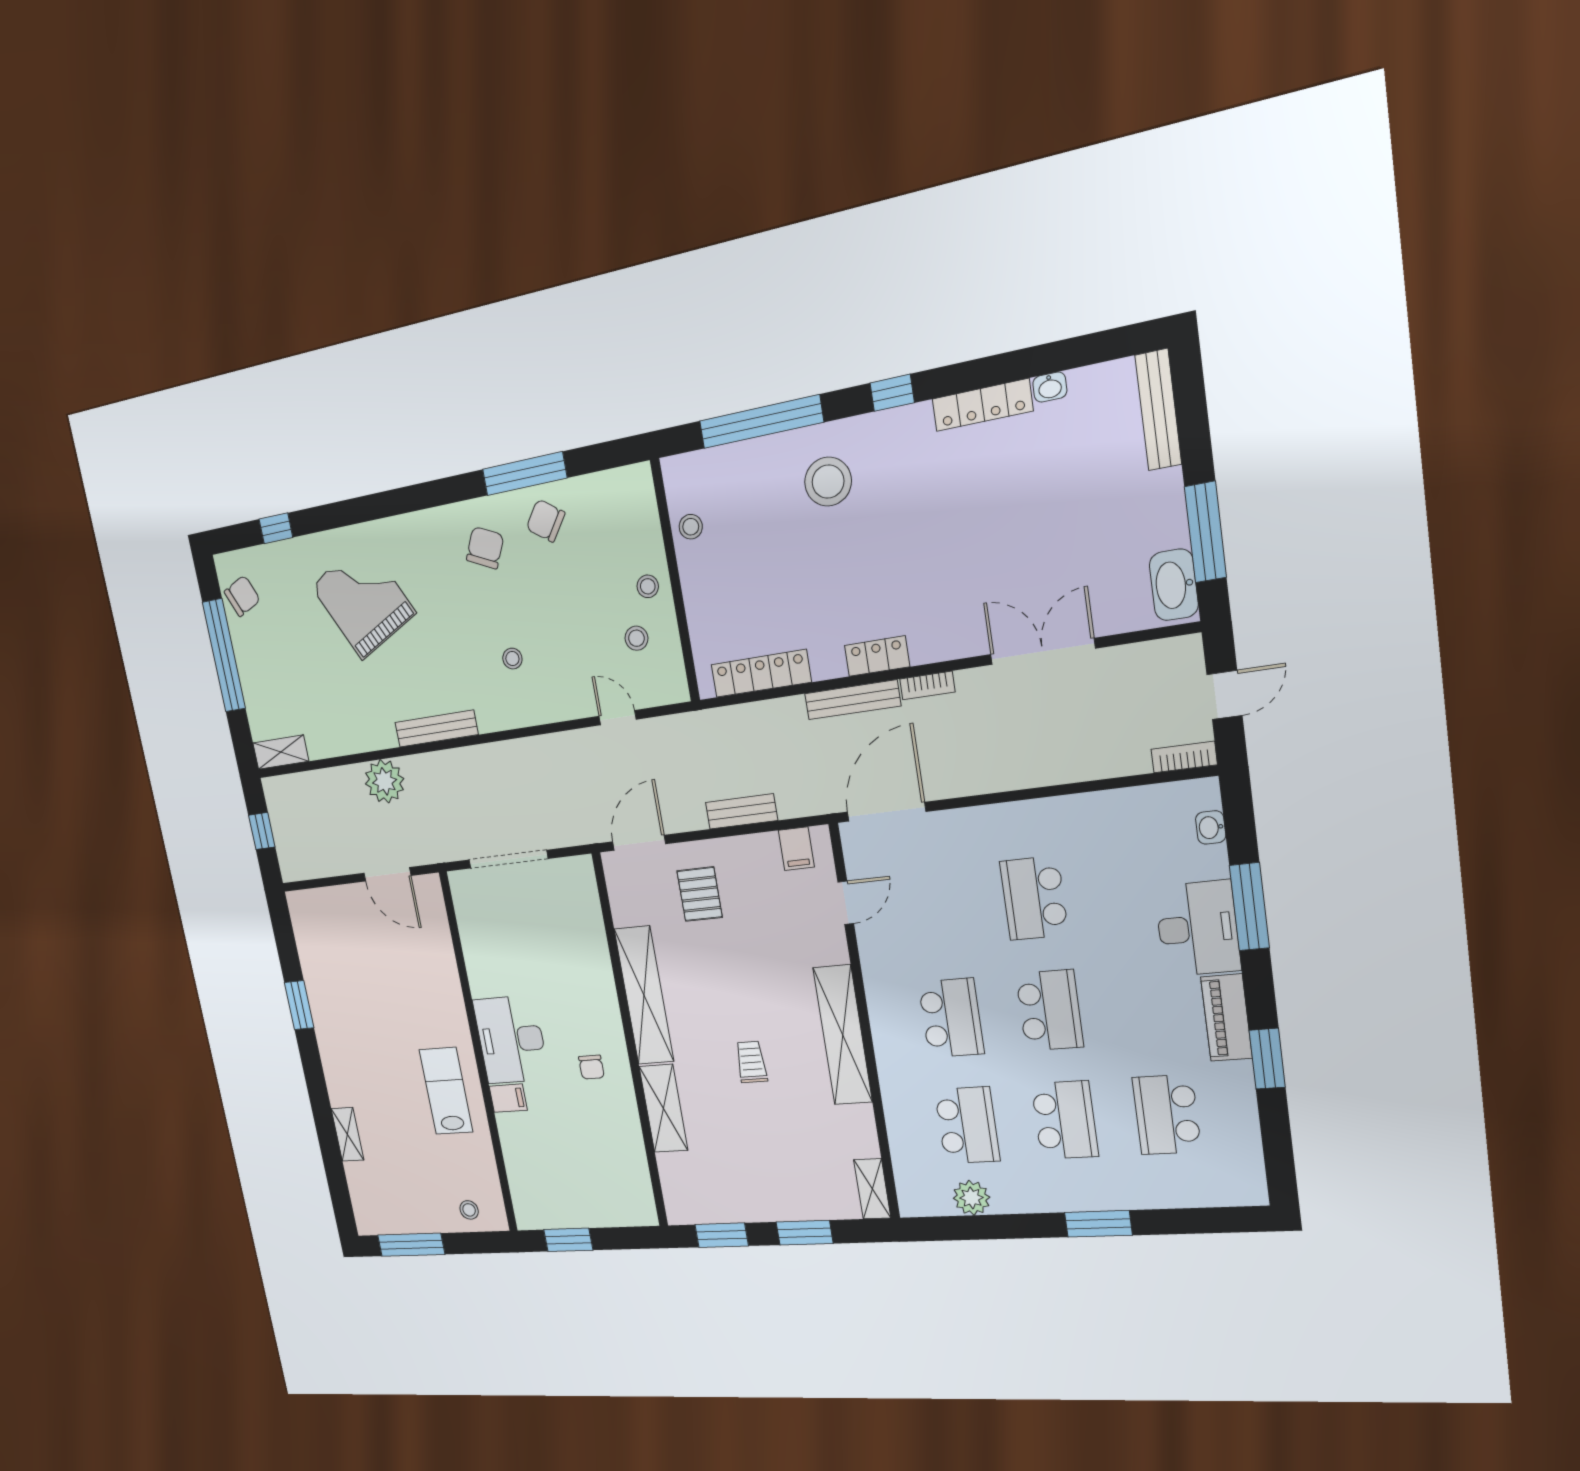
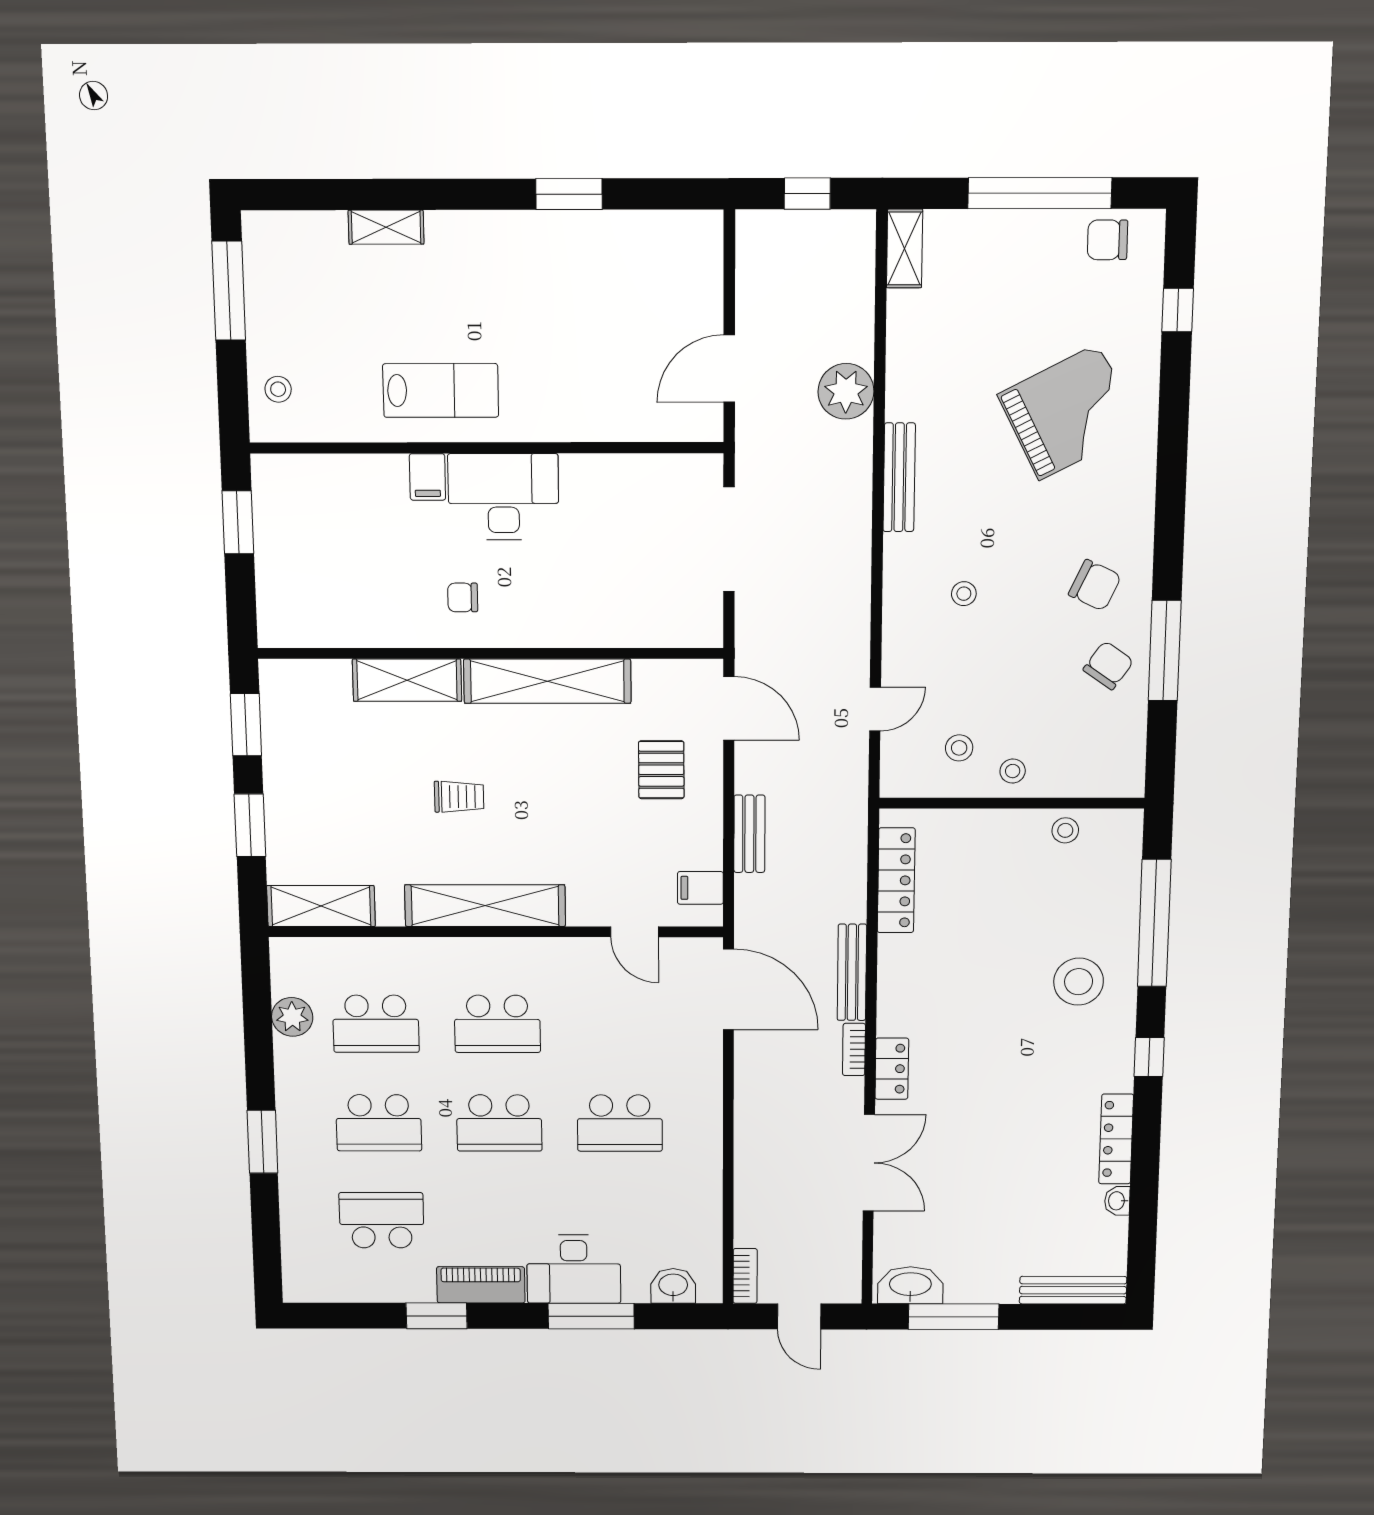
chair: (242, 596) -> (1107, 240), turned 114
locker: (877, 656) -> (892, 1069), moved
washbasin: (1211, 827) -> (673, 1286), width x1.38, depth x1.45
pallet: (700, 894) -> (661, 770), turned 90
school desk: (1034, 898) -> (620, 1123), turned 180
shelving: (872, 1189) -> (321, 906), width x1.50, depth x1.33

